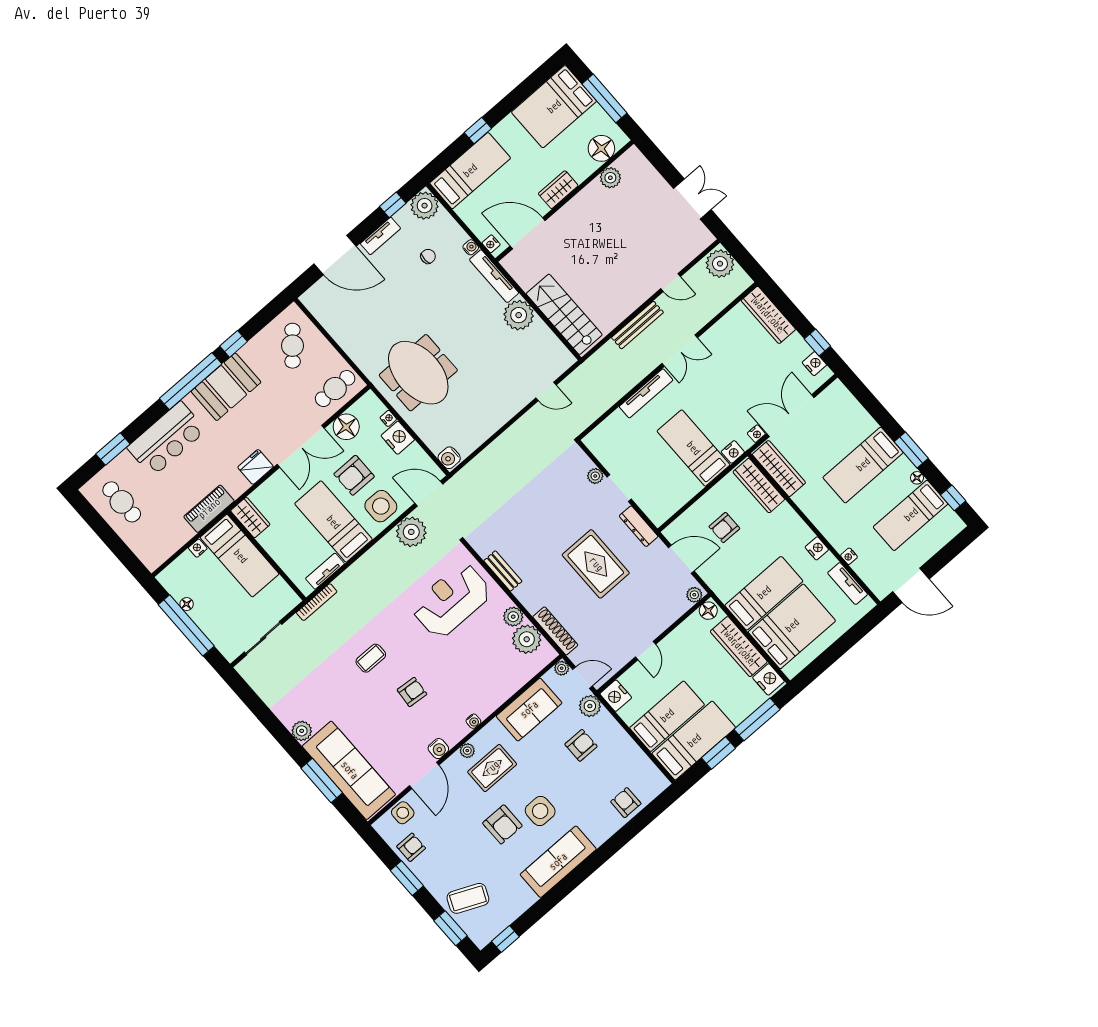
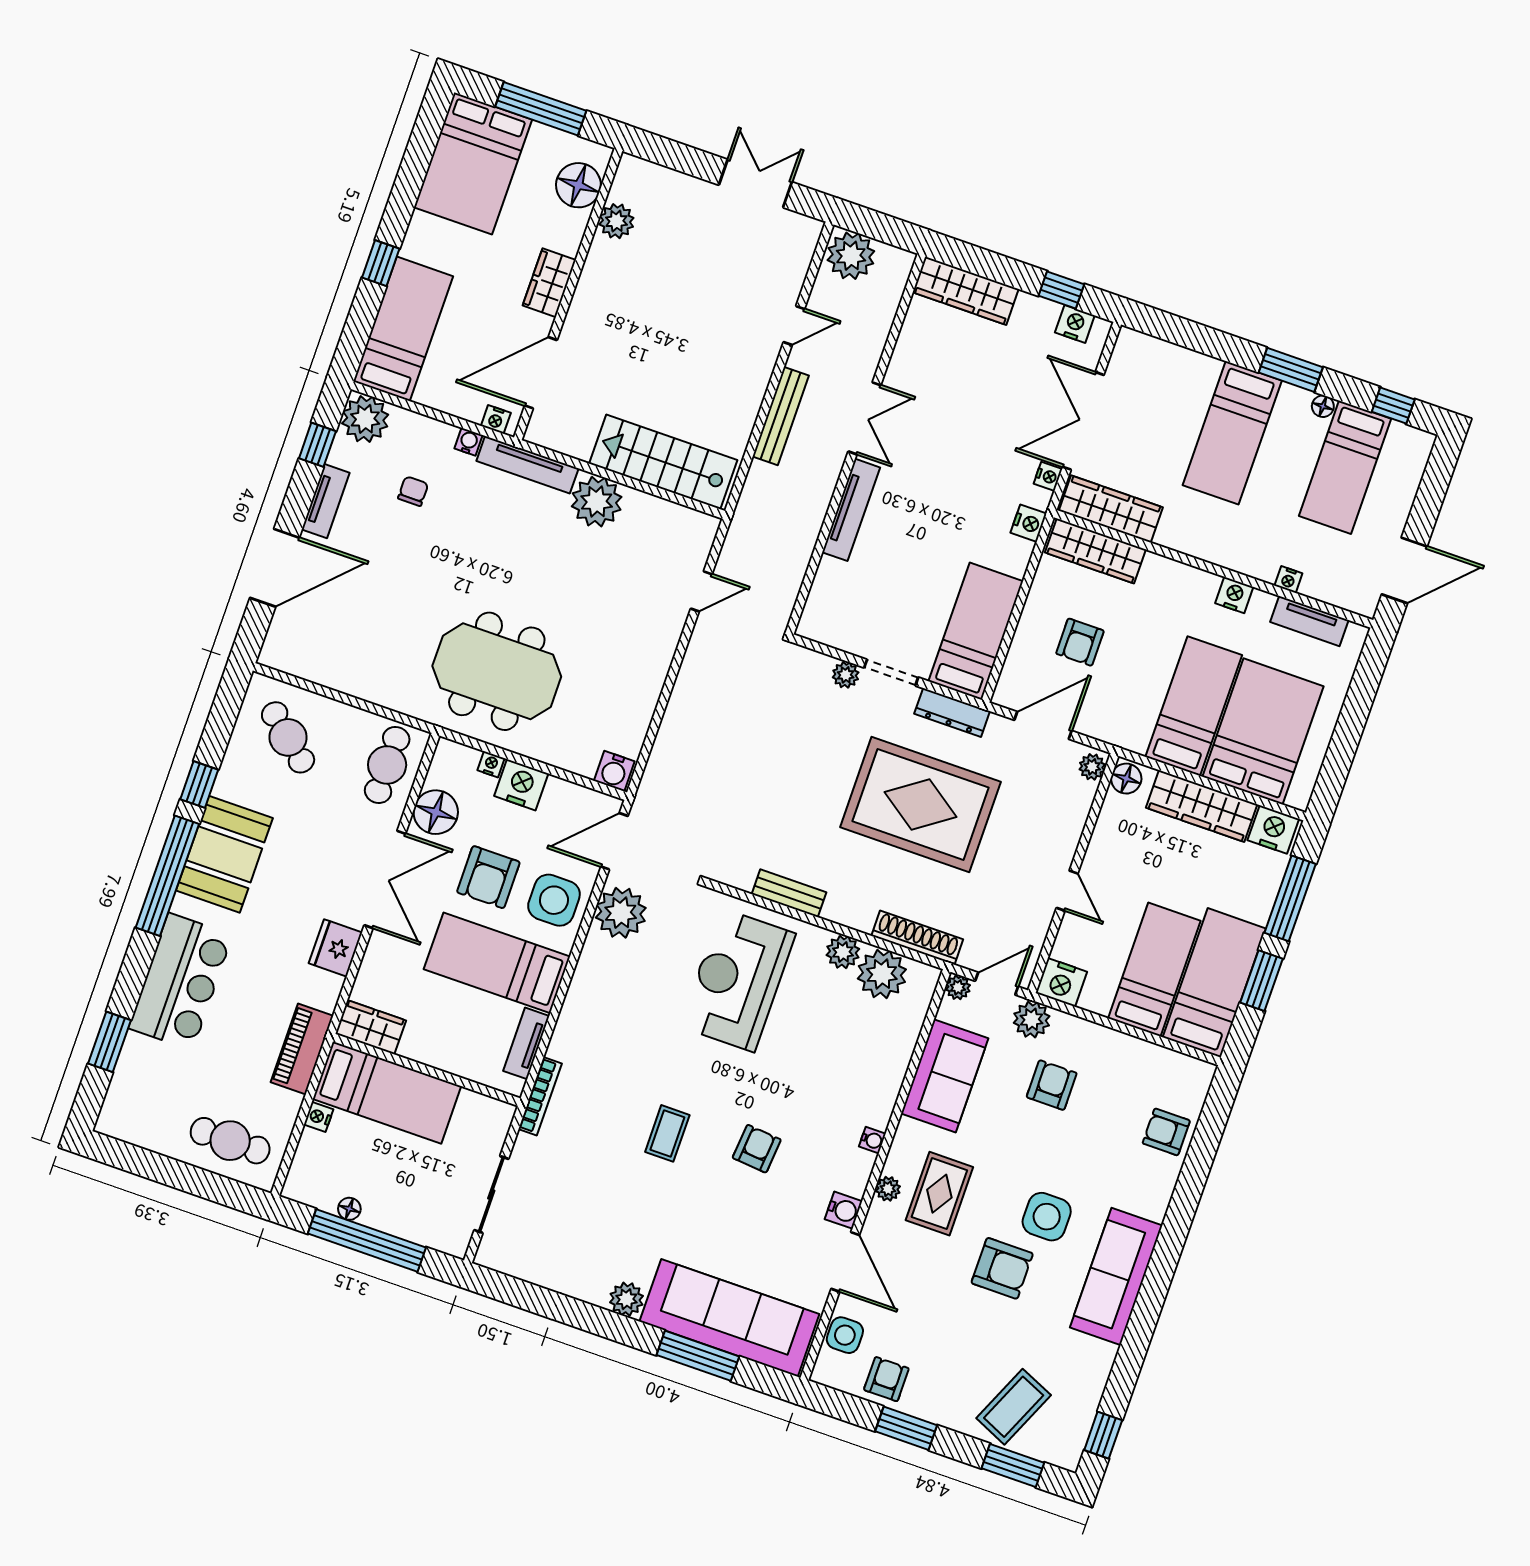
bed: (693, 448) -> (976, 631), moved, turned 90
cafe table: (122, 502) -> (230, 1141), moved
rug: (596, 564) -> (920, 804), width x1.37, depth x1.44

